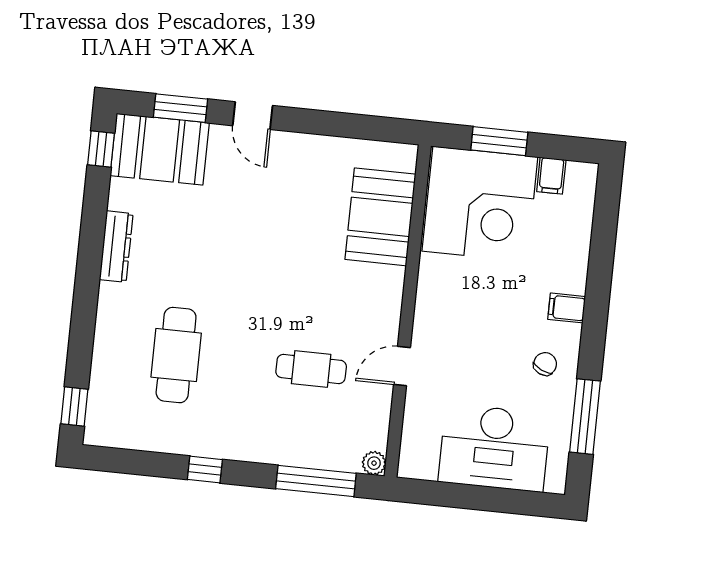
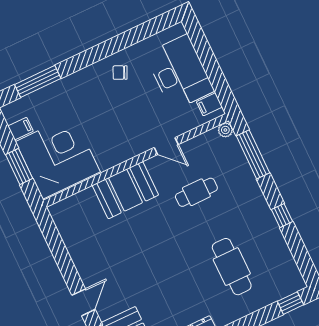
booth: (380, 217) -> (125, 190), moved
filing cabinet: (567, 308) -> (209, 104), moved, turned 90
cafe table: (176, 355) -> (232, 267), turned 90
cafe table: (311, 369) -> (196, 192), turned 90
window: (585, 417) -> (38, 81), moved

